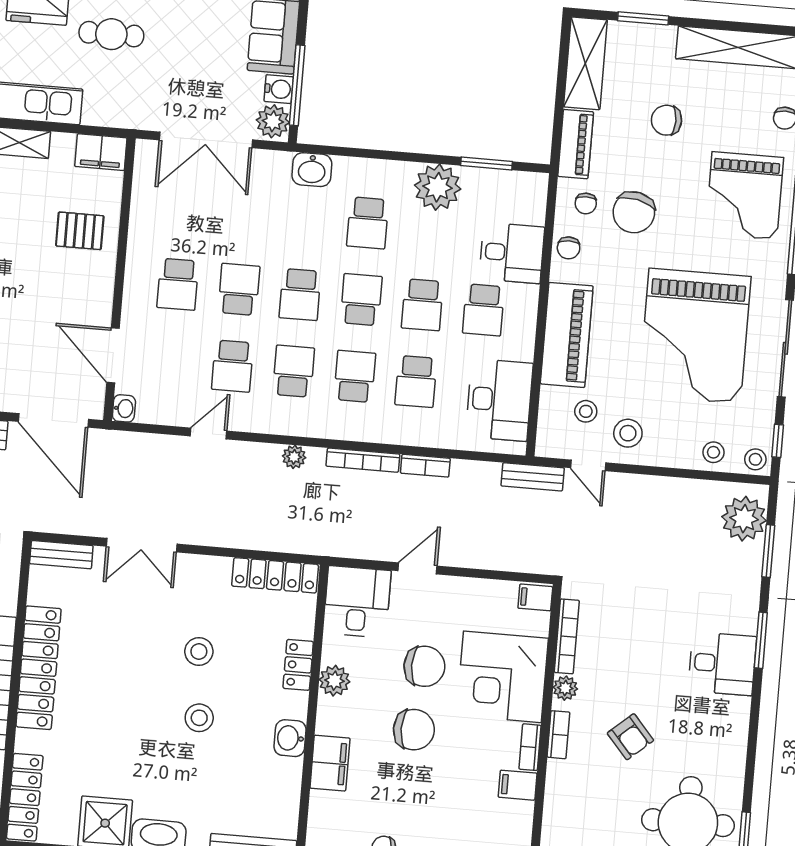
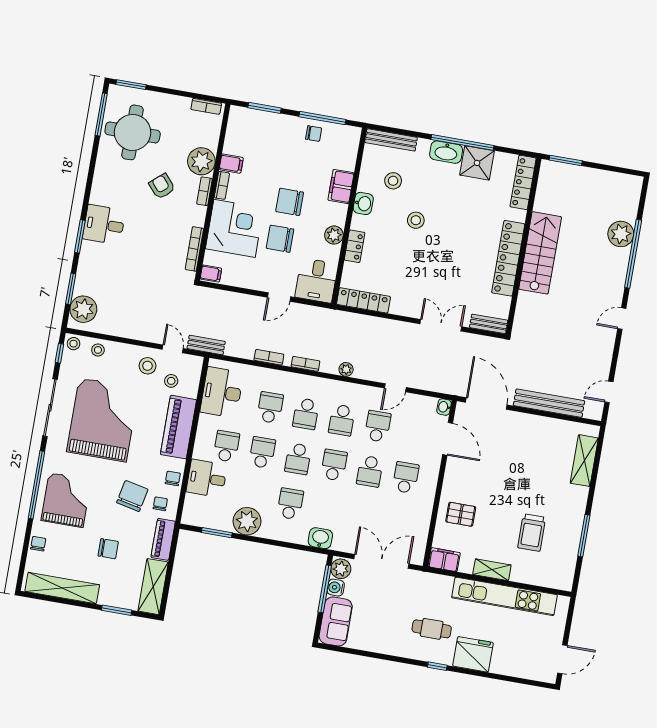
bookcase: (363, 460) -> (305, 364), width x0.64
stool: (199, 652) -> (393, 181), moved
plant: (565, 688) -> (201, 161), moved, width x1.87, depth x1.87

